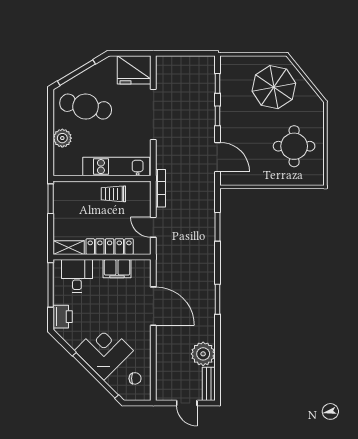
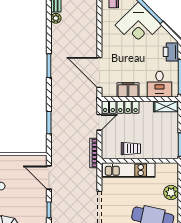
door: (153, 227) -> (99, 122), hinge flipped
locker: (110, 247) -> (120, 107), moved
door: (153, 306) -> (99, 72), moved
plant: (203, 354) -> (56, 18), width x0.53, depth x0.53

